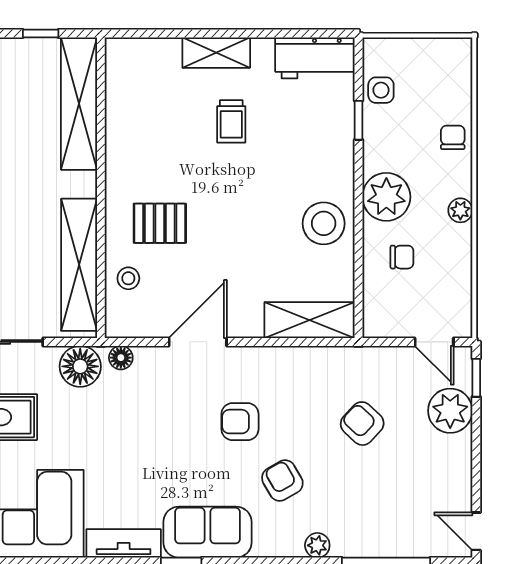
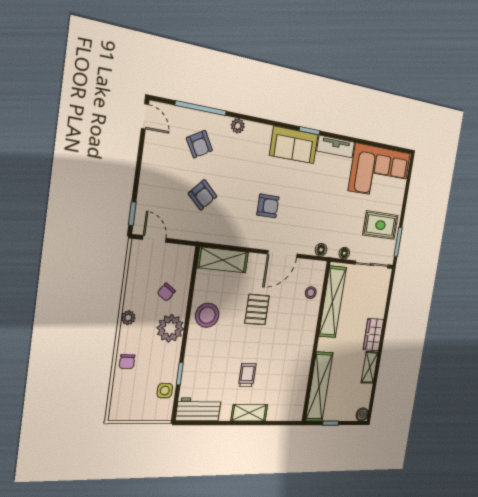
pallet: (160, 223) -> (257, 310), moved, turned 90
chair: (402, 257) -> (166, 292), turned -55
floor lamp: (80, 366) -> (344, 253), width x0.53, depth x0.53
plant: (450, 411) -> (151, 195), removed
armchair: (282, 481) -> (199, 144), moved

